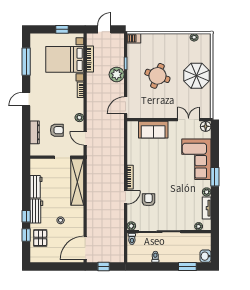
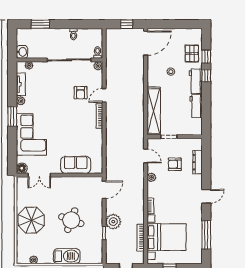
barbecue: (134, 38) -> (67, 256), moved, width x1.88, depth x1.53
washbasin: (205, 256) -> (22, 52), moved

